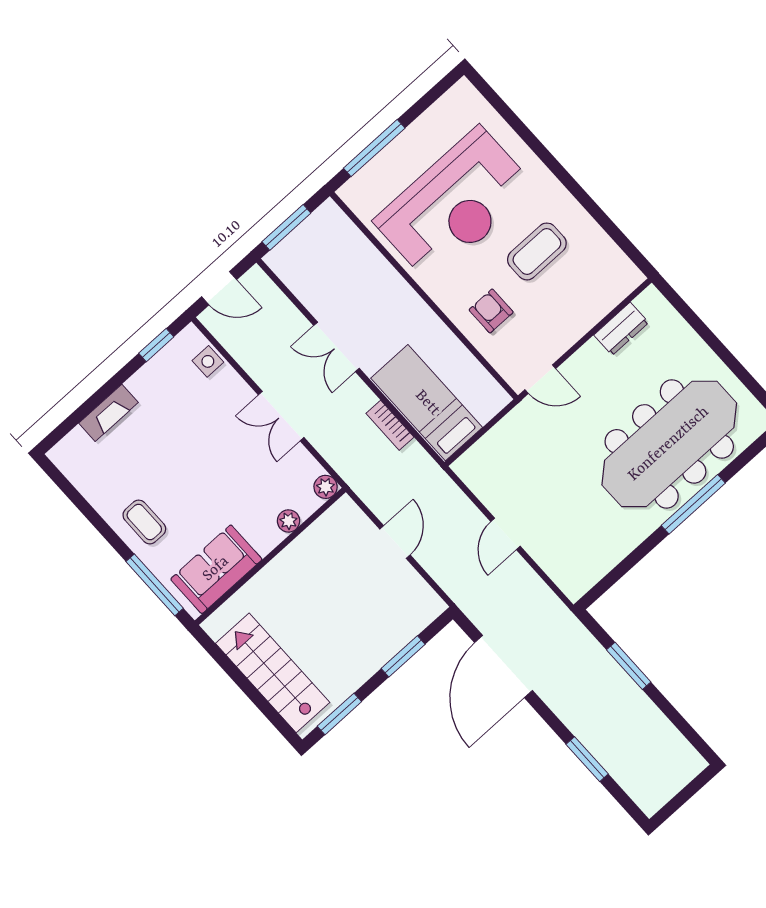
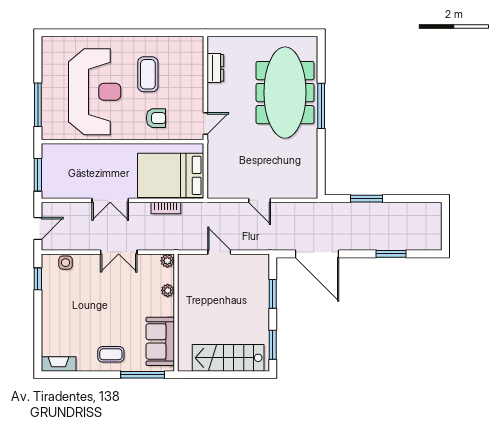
armchair: (491, 311) -> (156, 118), turned 180
bed: (427, 403) -> (171, 175), width x1.50
fireplace: (108, 413) -> (59, 364), moved, turned -90

